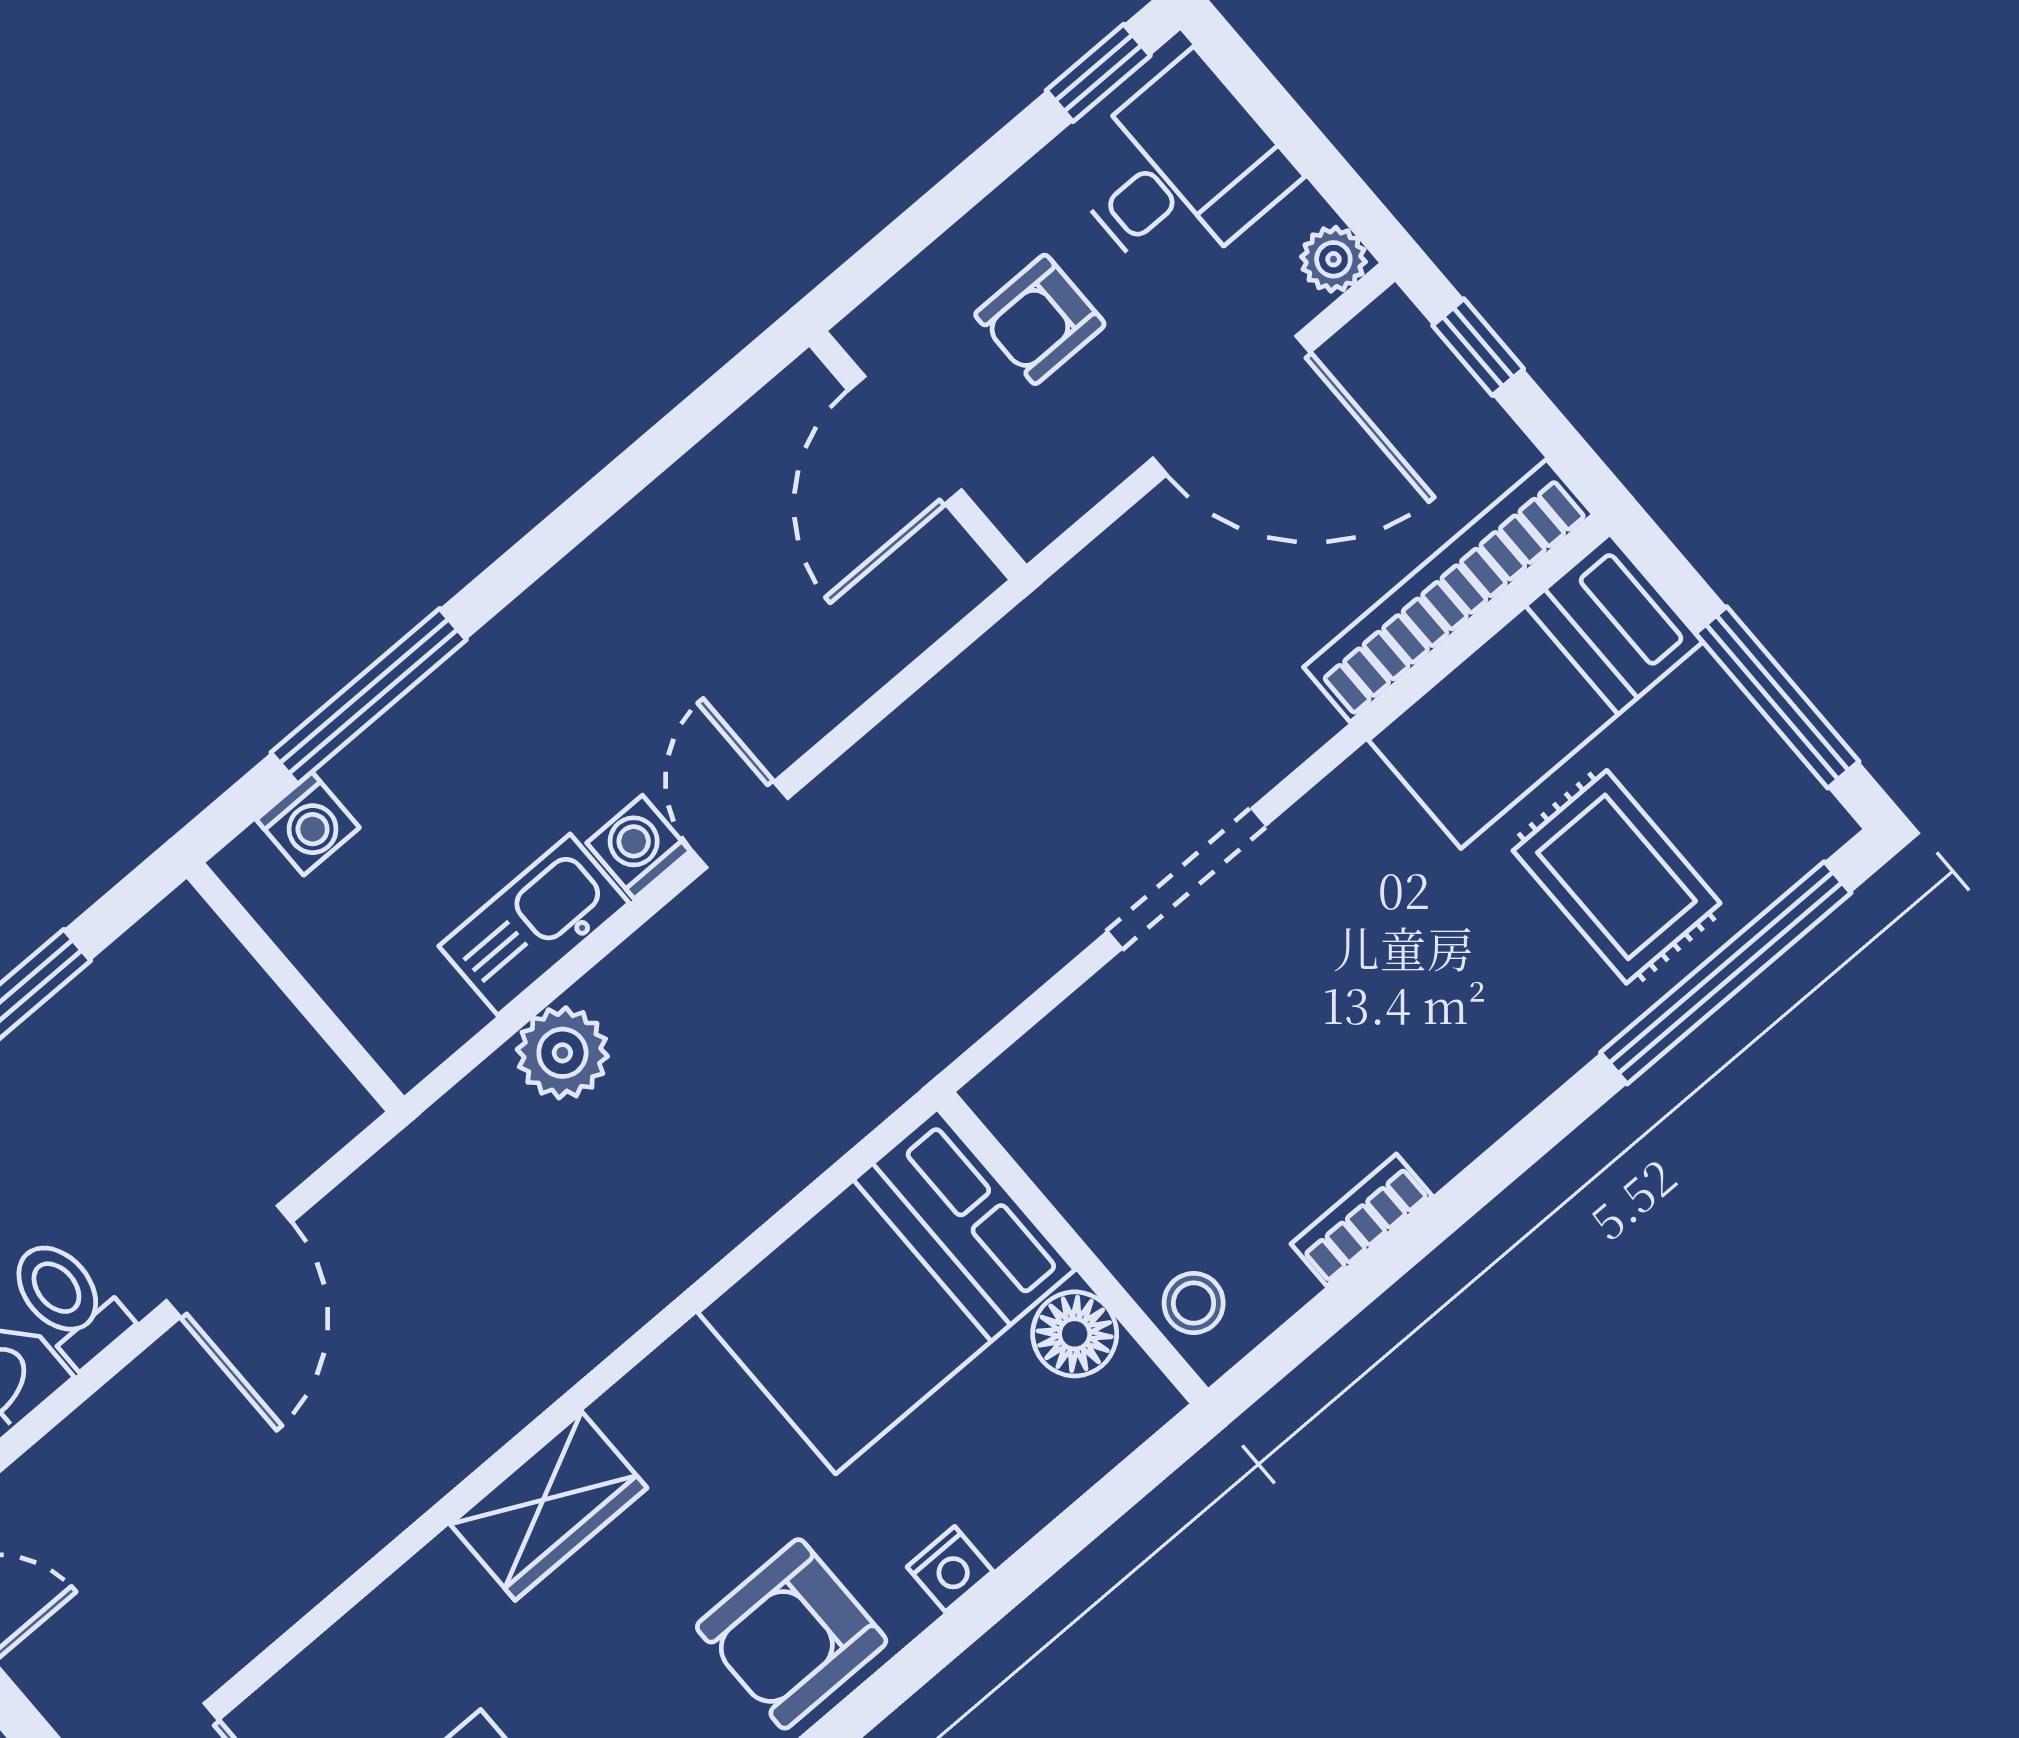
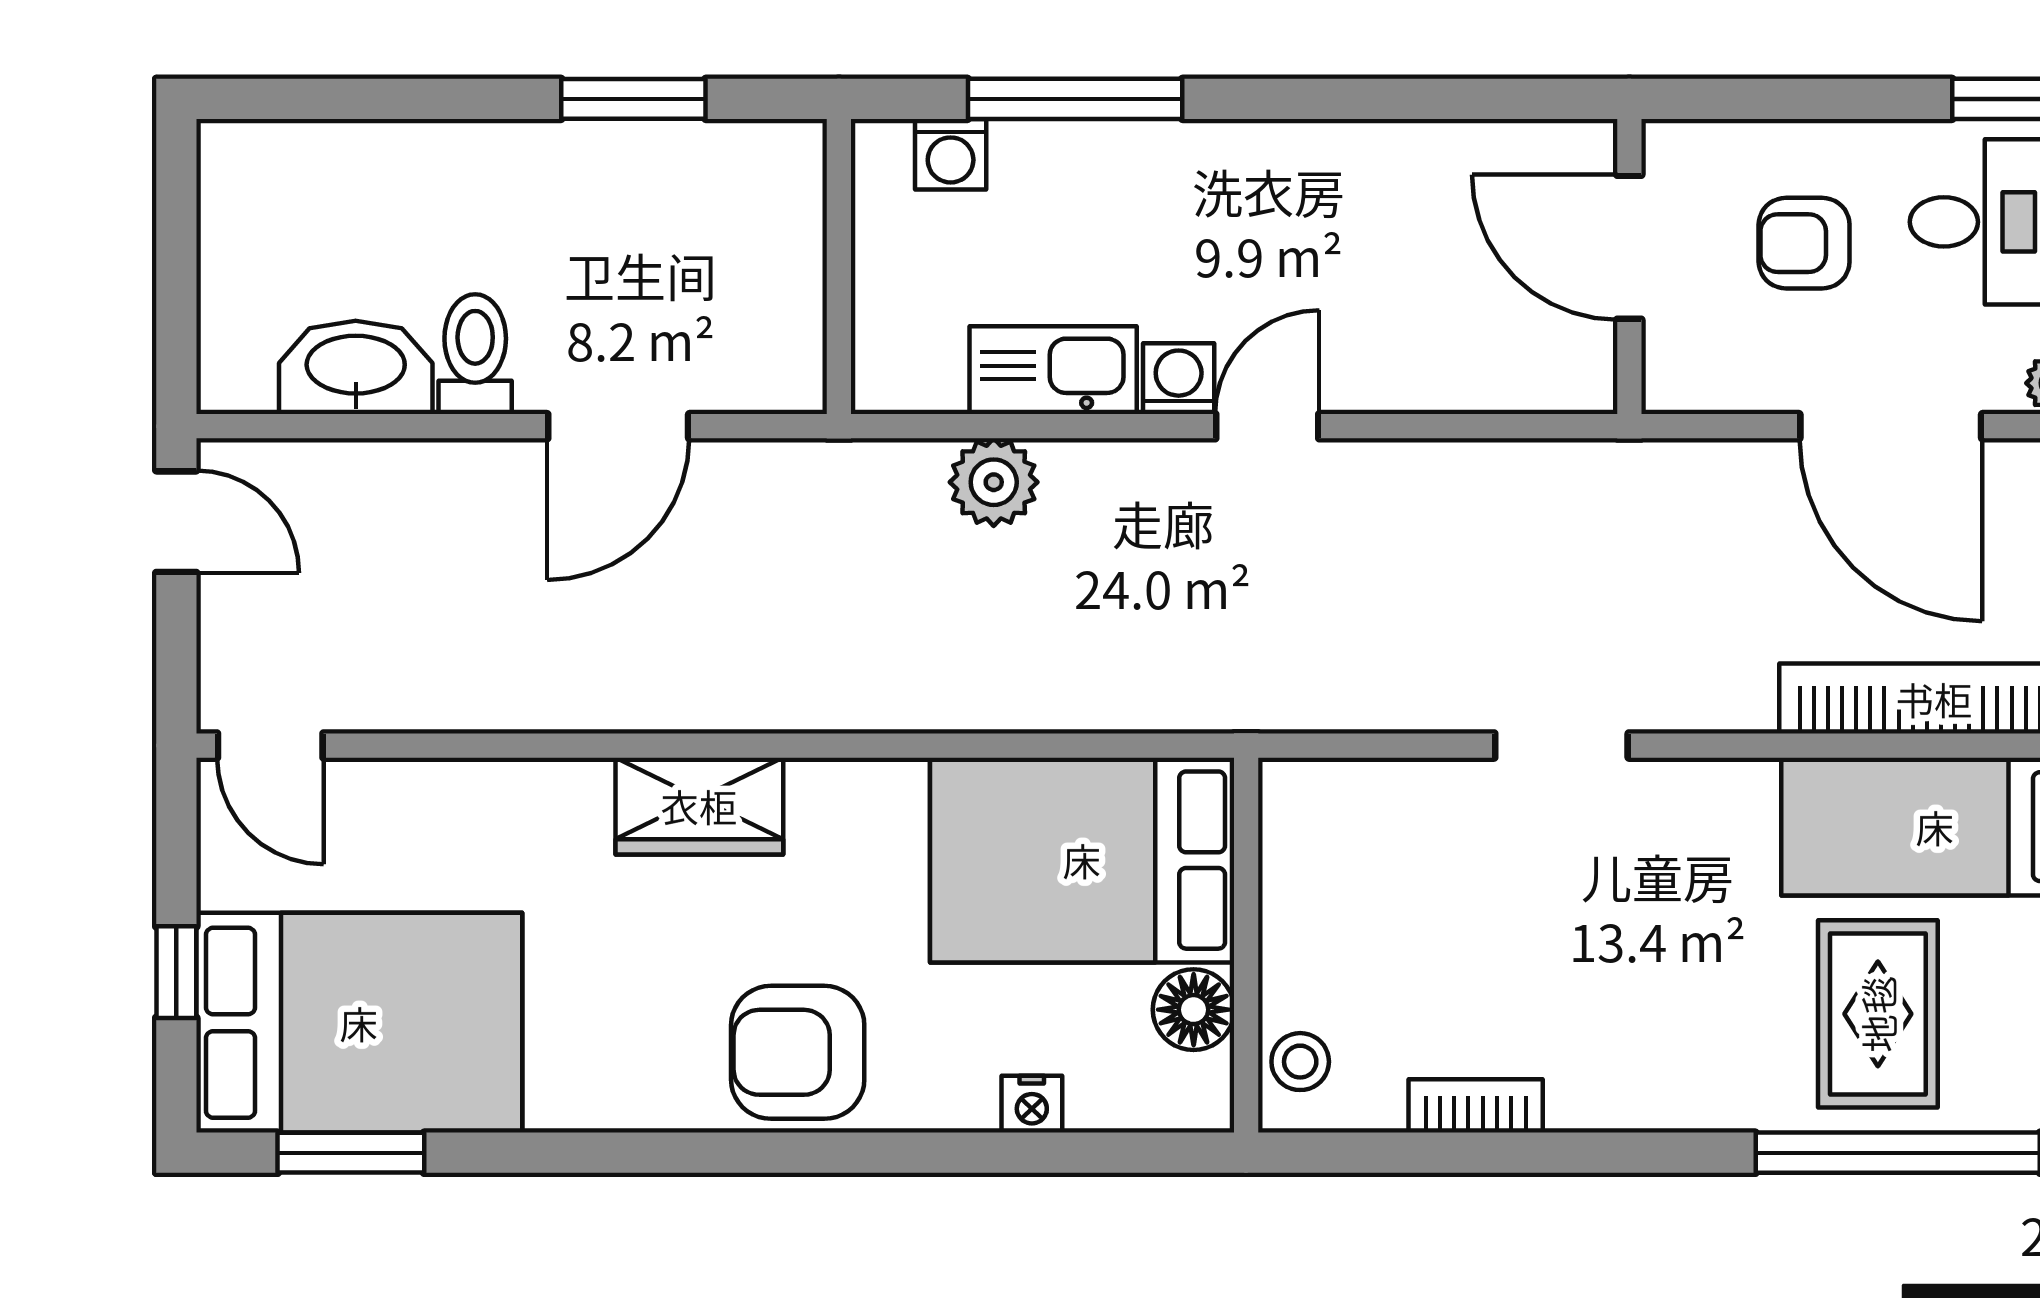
door: (905, 440) -> (1629, 247), hinge flipped
doorway: (1187, 878) -> (1561, 746), width x0.73
nightstand: (950, 1569) -> (1032, 1104), moved

